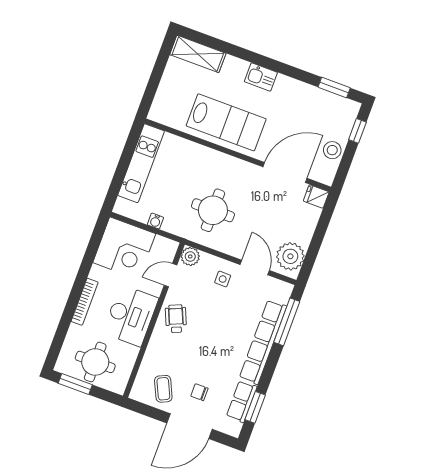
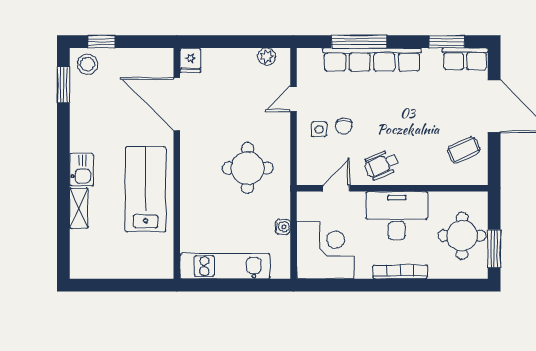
shelving: (198, 54) -> (79, 208), moved, width x0.67, depth x0.75
stool: (332, 150) -> (87, 64), moved
plant: (190, 256) -> (307, 174), removed
plant: (290, 256) -> (267, 57), width x0.53, depth x0.53
door: (255, 267) -> (293, 99), width x0.73
door: (170, 275) -> (336, 188), swing flipped
window: (287, 322) -> (359, 42), moved
chair: (199, 392) -> (344, 126), moved
row of seats: (242, 401) -> (465, 59), moved

